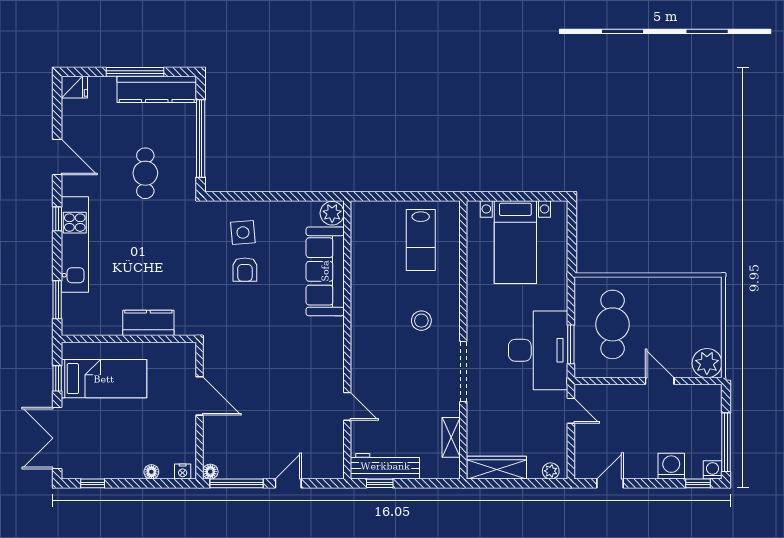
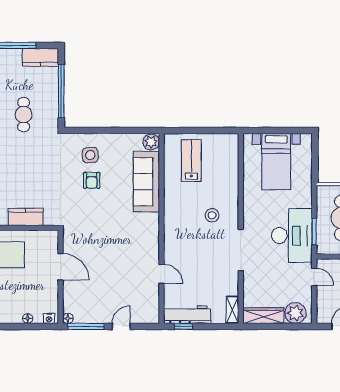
kitchen counter: (157, 89) -> (40, 57), width x0.67
lab bench: (421, 240) -> (191, 160), moved, turned 180
shelving: (451, 437) -> (232, 310), moved
plant: (551, 471) -> (295, 313), width x1.88, depth x1.88

